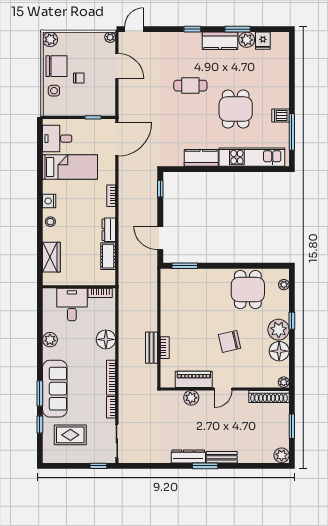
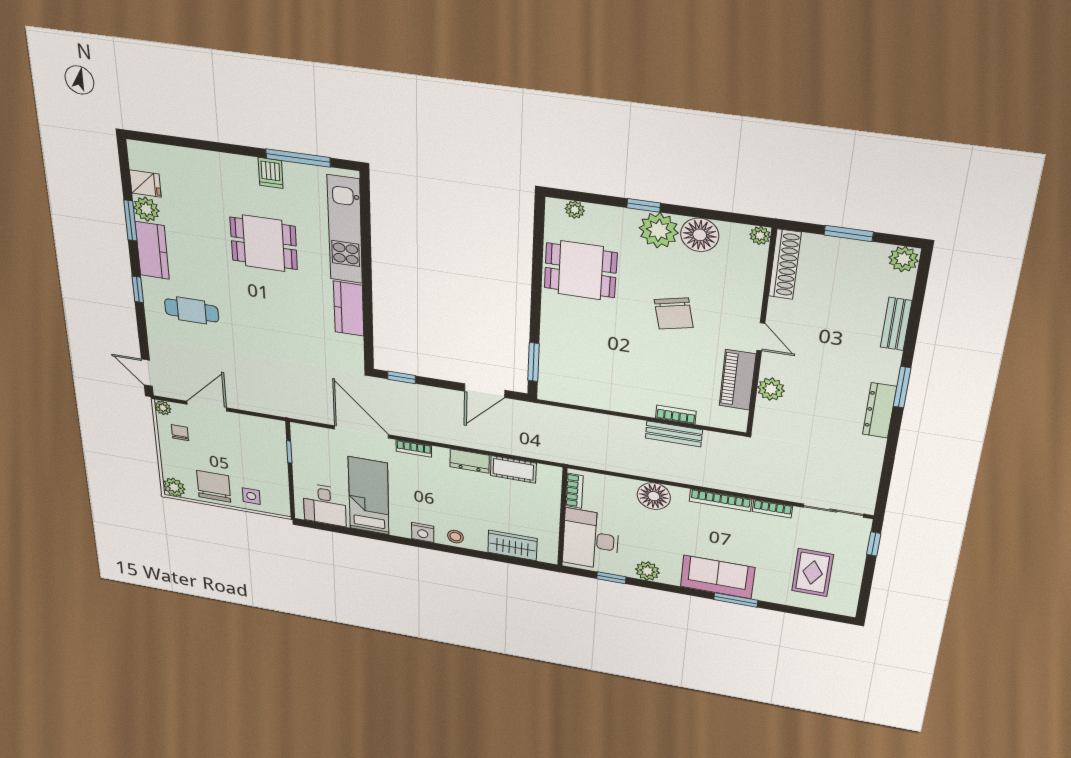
chair: (79, 78) -> (180, 433), moved
cafe table: (190, 86) -> (192, 310), moved, turned 90
door: (117, 139) -> (361, 432), moved
desk: (72, 304) -> (591, 539), width x1.37
sofa: (55, 389) -> (718, 577), width x0.73
window: (40, 424) -> (611, 578), moved
bench: (222, 457) -> (896, 324), moved

